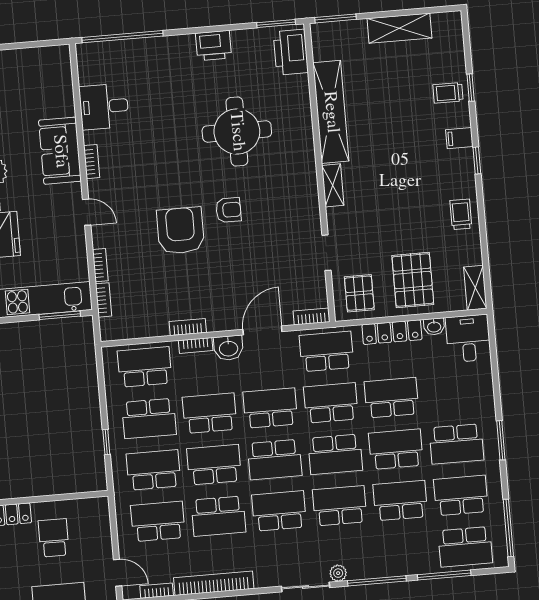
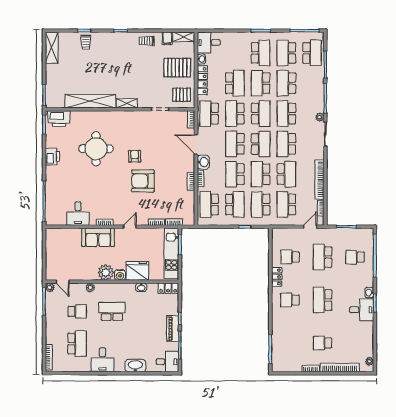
shelving: (399, 28) -> (52, 48), moved
filing cabinet: (459, 138) -> (167, 38), moved
school desk: (391, 398) -> (235, 83), turned 180

